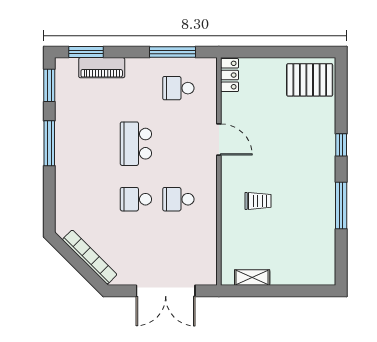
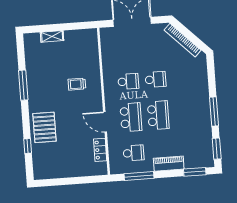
piano: (102, 68) -> (169, 164), moved
locker: (230, 75) -> (100, 150), moved
pallet: (310, 80) -> (44, 127), moved, turned 90
school desk: (178, 144) -> (131, 117), added
window: (341, 145) -> (28, 146), moved
shelving: (252, 278) -> (52, 36), moved

